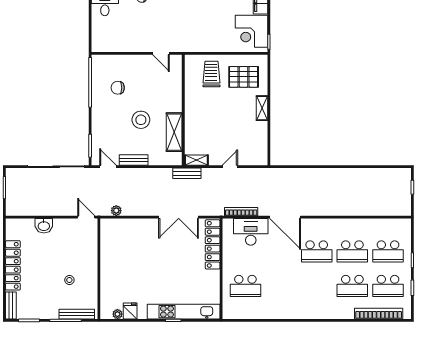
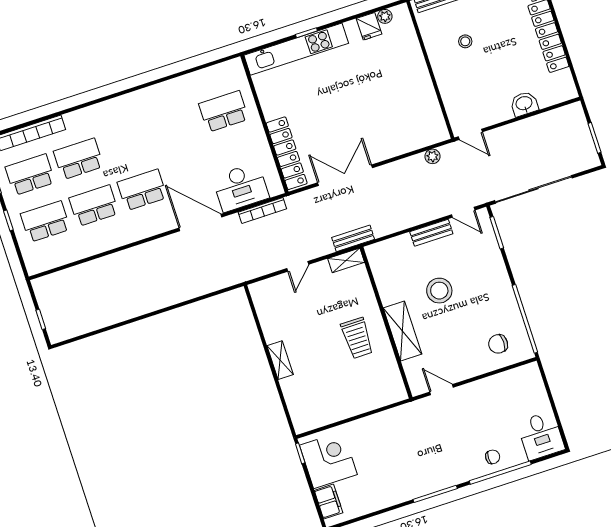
trolley: (211, 74) -> (357, 338), moved
pallet: (244, 77) -> (319, 394), removed
chair: (118, 88) -> (498, 344), moved, turned 180
shelving: (174, 132) -> (403, 331), moved

